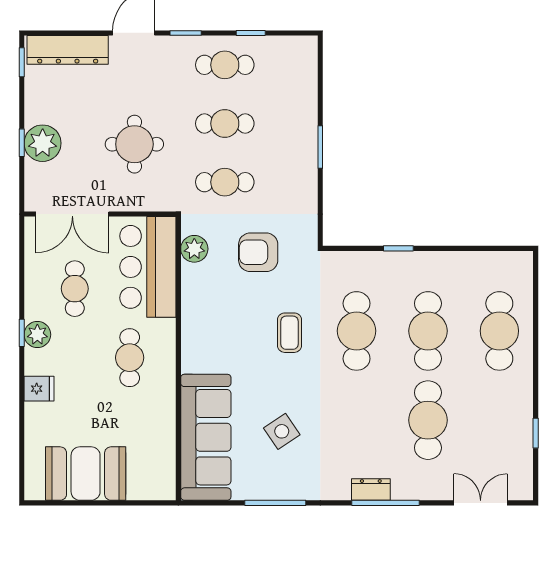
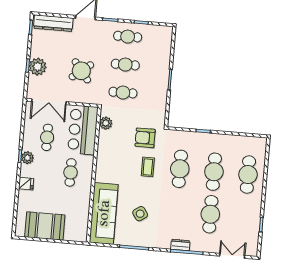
round table: (134, 144) -> (81, 71), turned -38
armchair: (258, 252) -> (145, 138), moved

